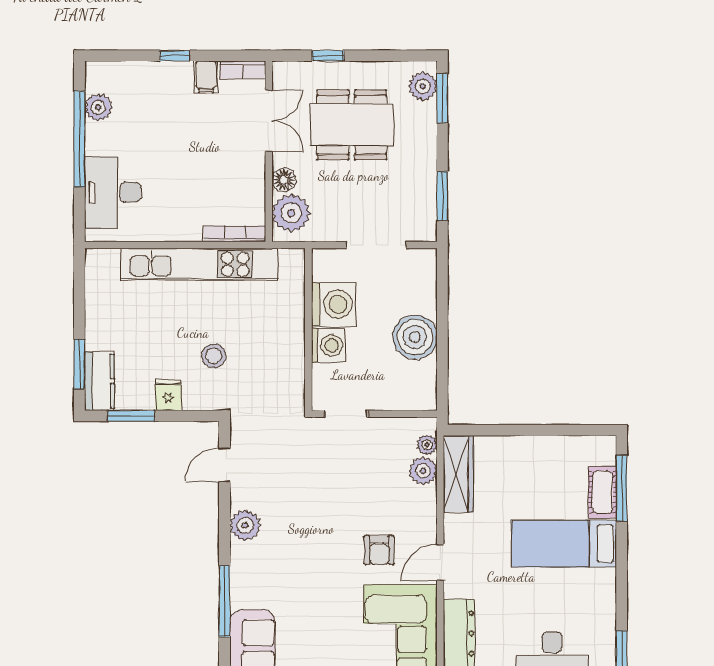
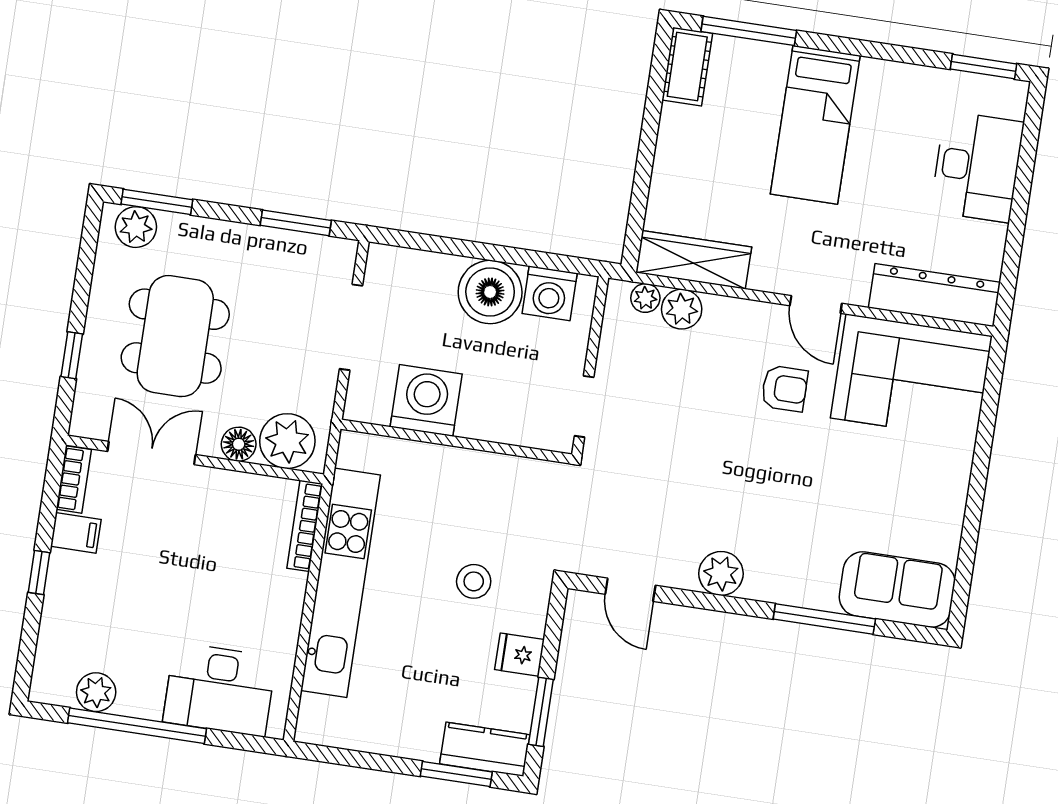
washing machine: (328, 345) -> (550, 293), moved, turned 180
cot: (602, 492) -> (687, 67), moved, turned 90

